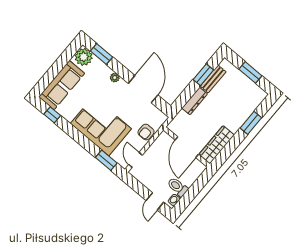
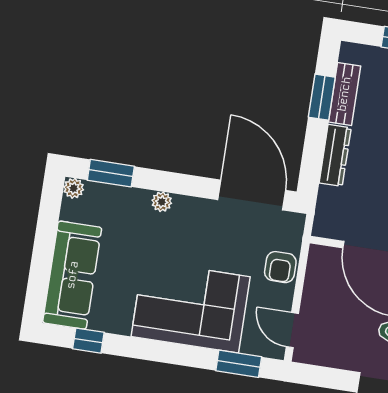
plant: (84, 57) -> (74, 188), width x0.53, depth x0.53
door: (143, 89) -> (252, 195), moved

